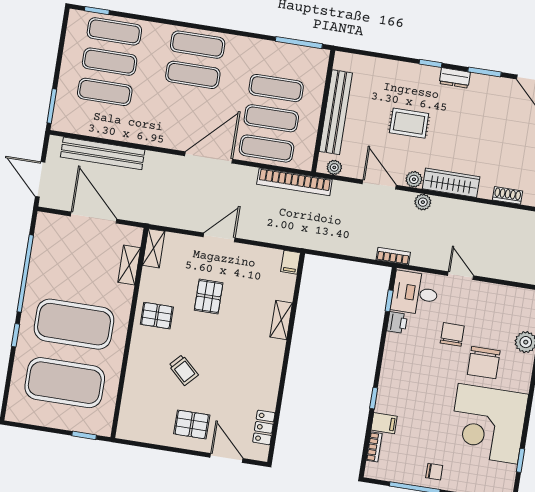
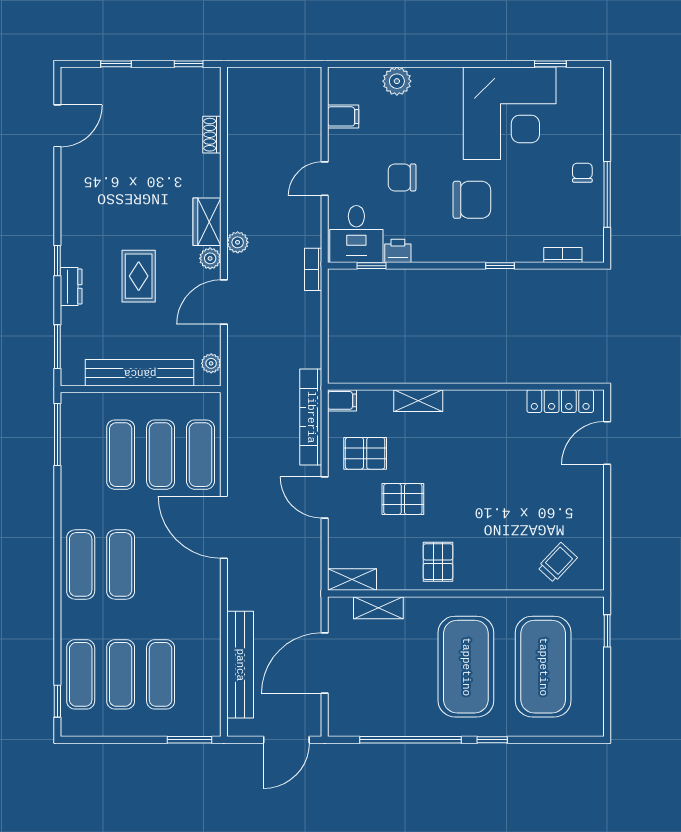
window: (484, 72) -> (57, 347), moved
dresser: (455, 78) -> (71, 287), moved
bookcase: (294, 182) -> (311, 417), moved, turned 180
wardrobe: (451, 183) -> (207, 222), width x0.67
chair: (484, 363) -> (472, 200), moved
trolley: (183, 370) -> (557, 562), moved
filing cabinet: (384, 423) -> (343, 116), moved, turned 90
pallet: (192, 424) -> (365, 453), moved, turned 90
locker: (264, 427) -> (560, 401), width x1.53

